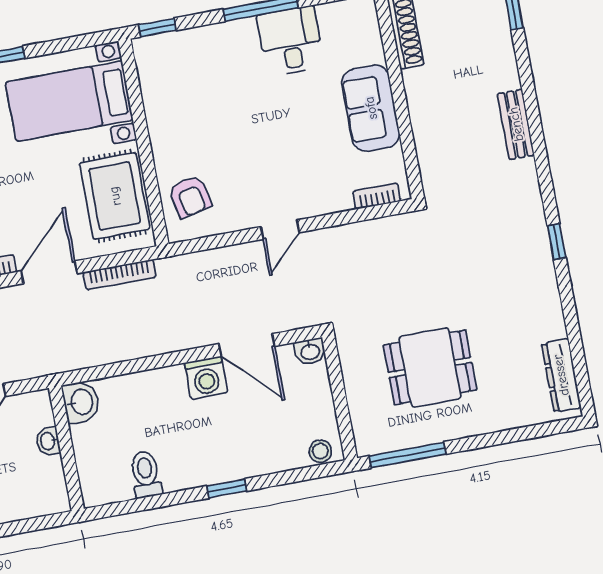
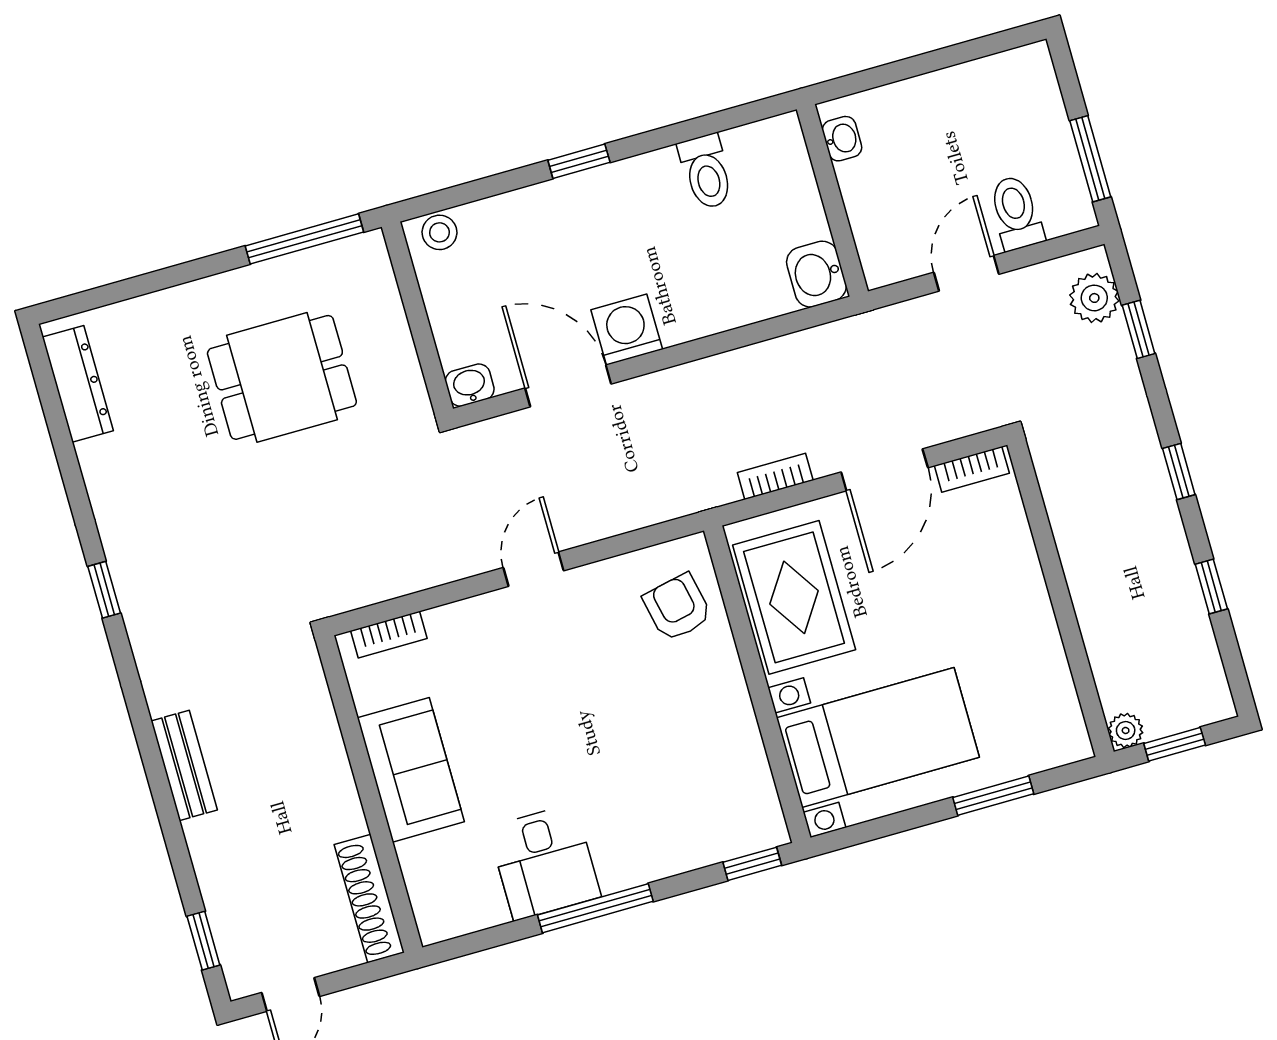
bookcase: (120, 275) -> (775, 476), width x0.64
washbasin: (48, 441) -> (842, 139), moved

